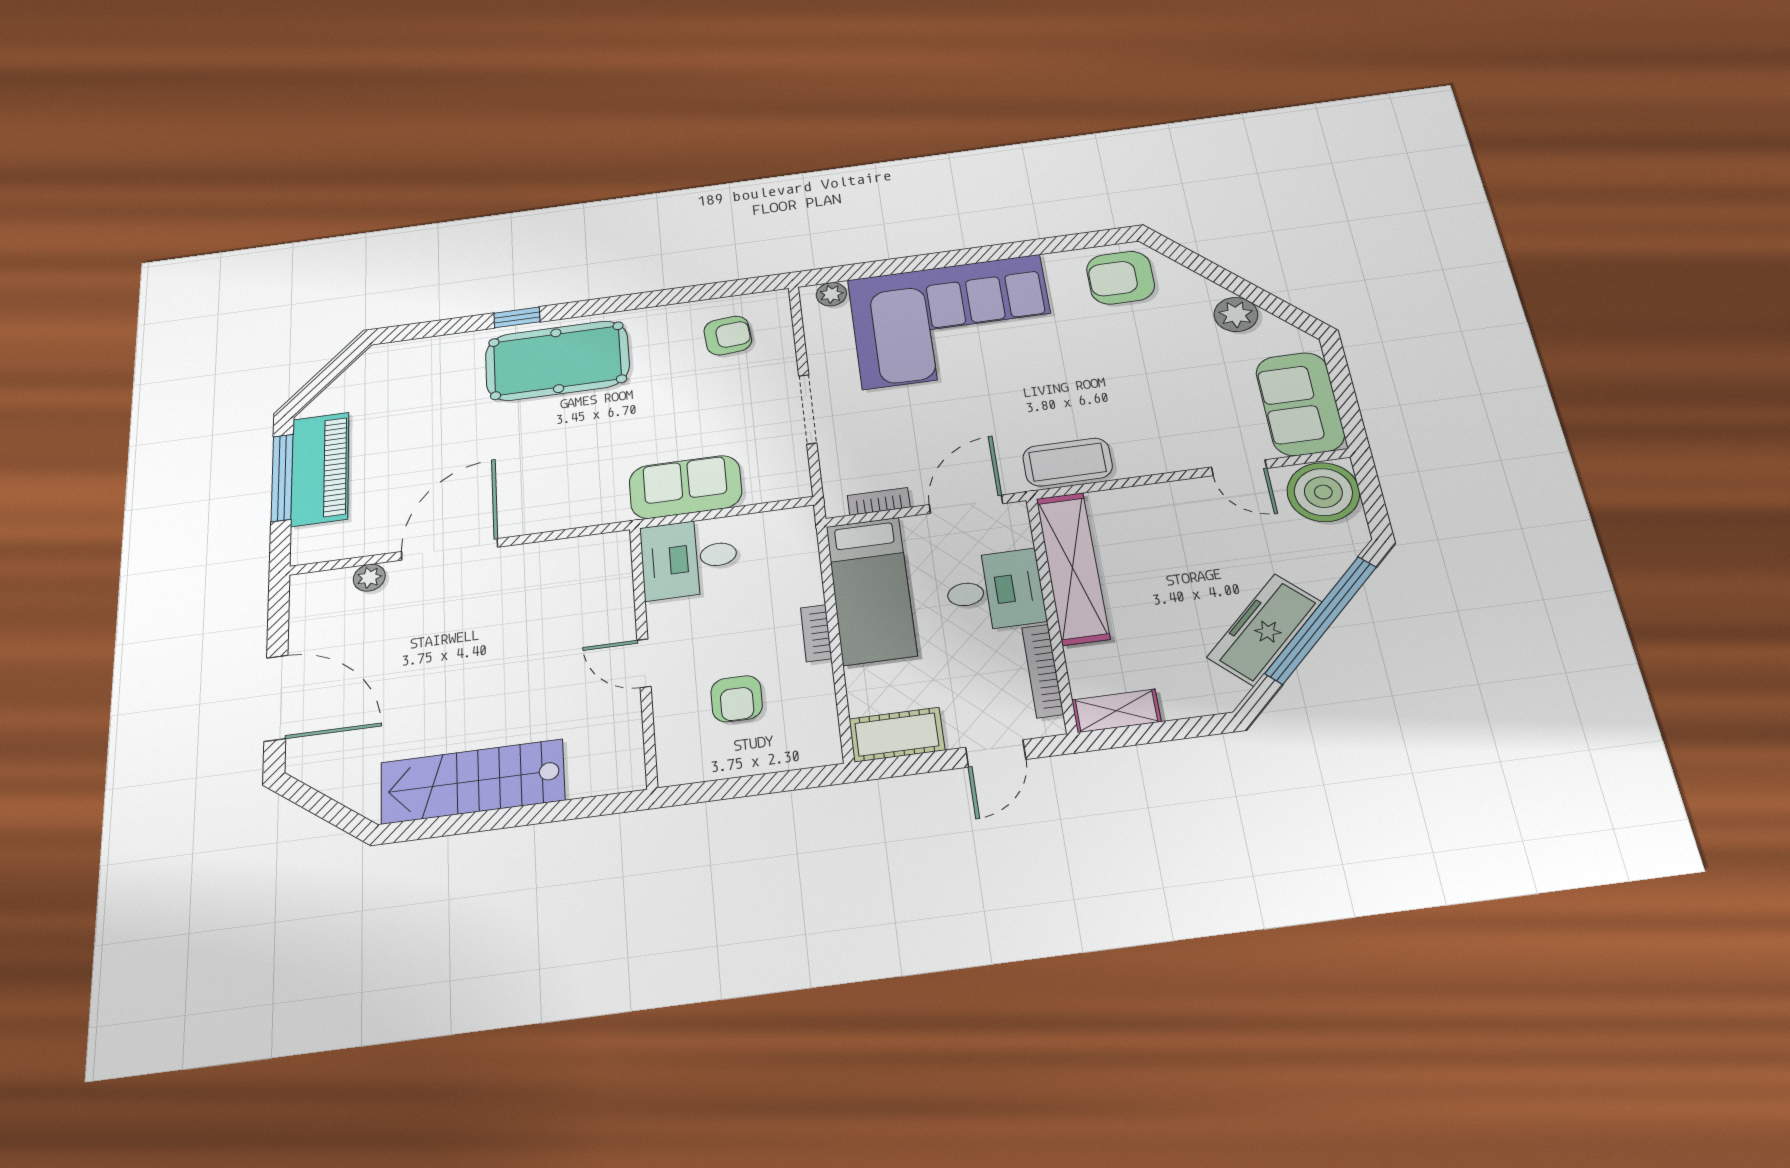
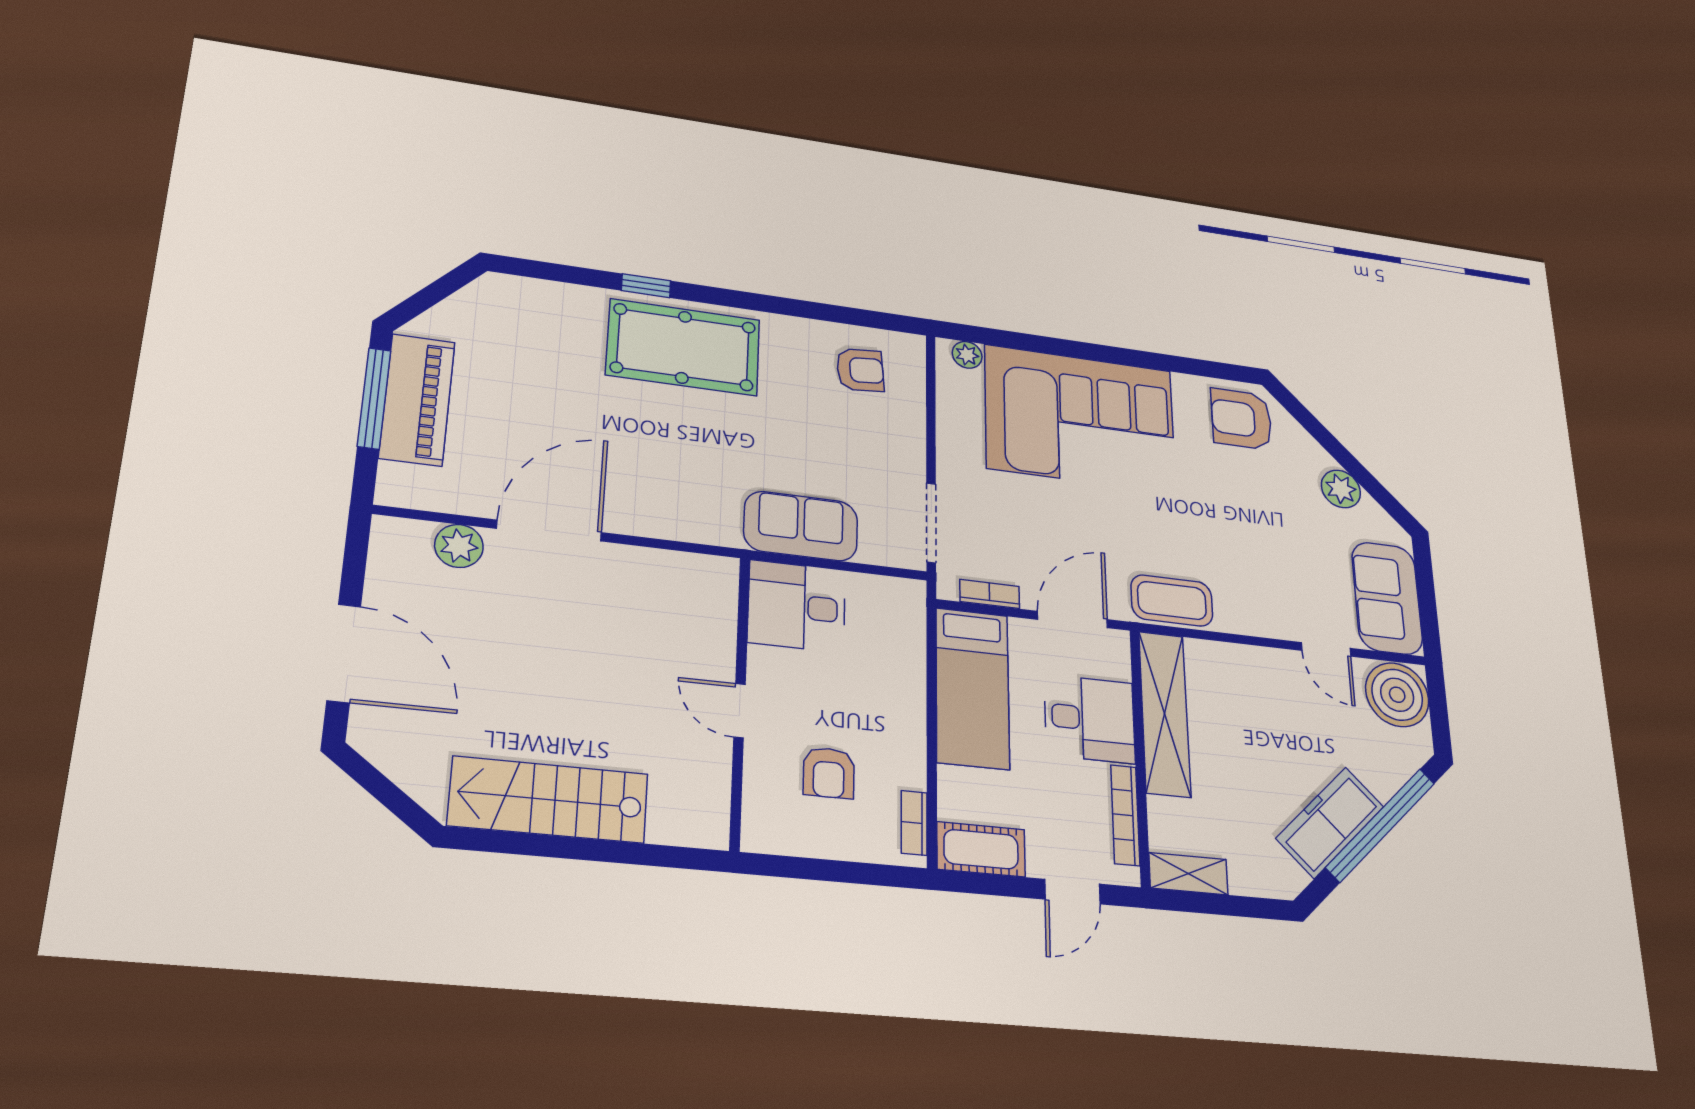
doorway: (808, 409) -> (931, 523), moved
plant: (369, 578) -> (459, 546), width x1.38, depth x1.38
bookcase: (816, 633) -> (914, 823), moved

